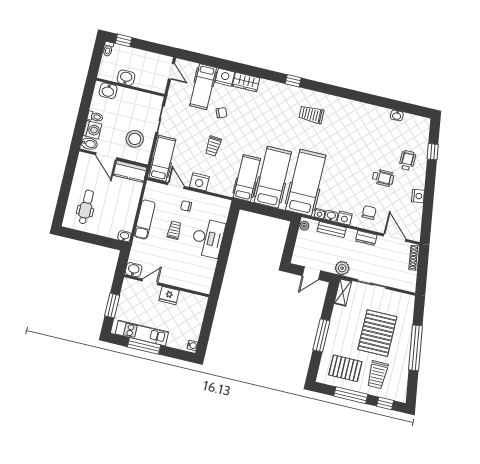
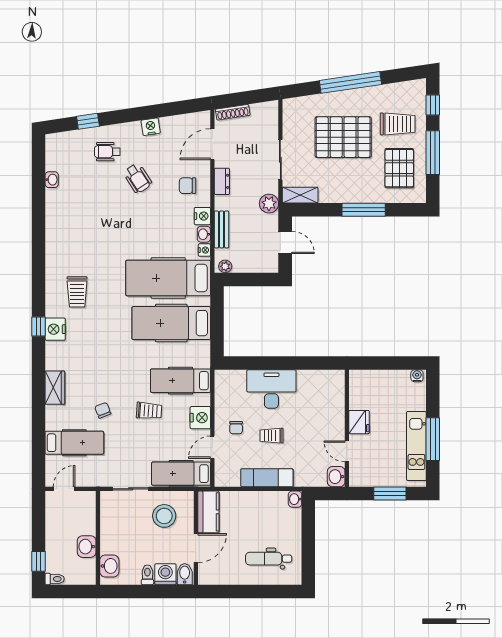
nightstand: (225, 77) -> (55, 329), moved
hospital bed: (247, 178) -> (181, 381), moved
wheelchair: (383, 178) -> (138, 178), turned 147

